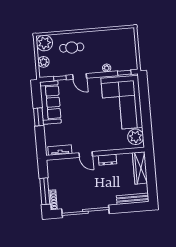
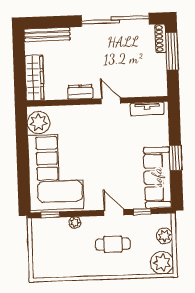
cafe table: (72, 48) -> (113, 244), moved

